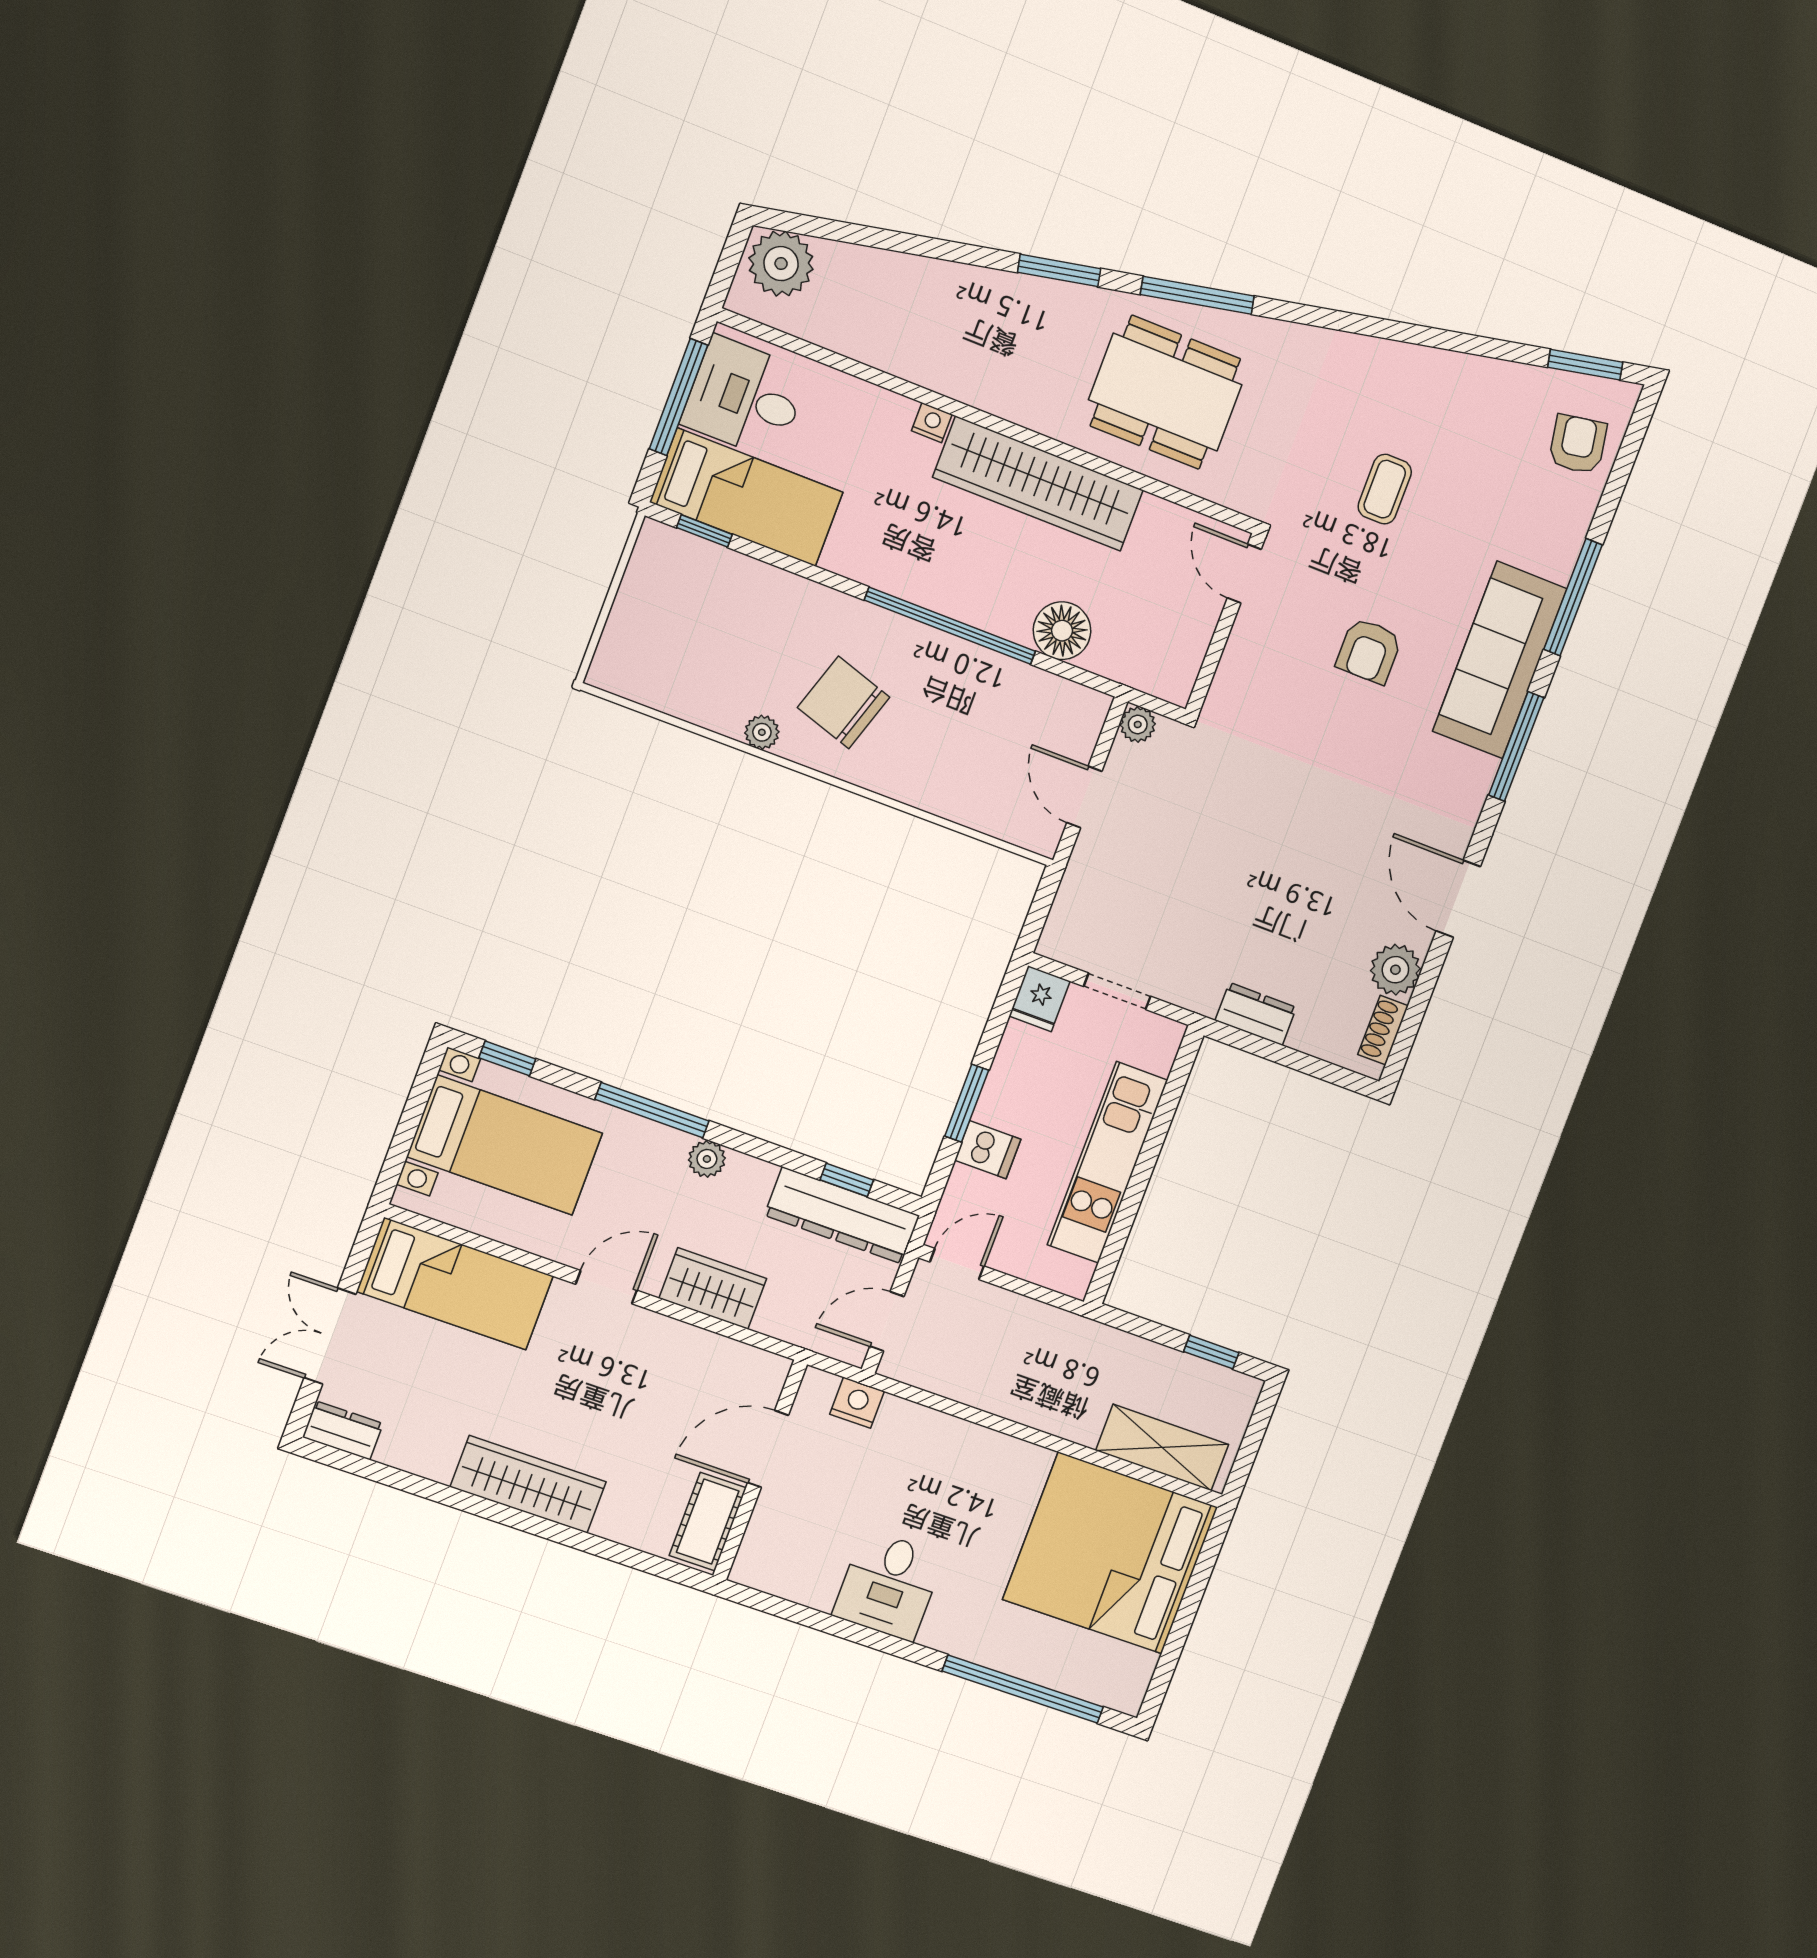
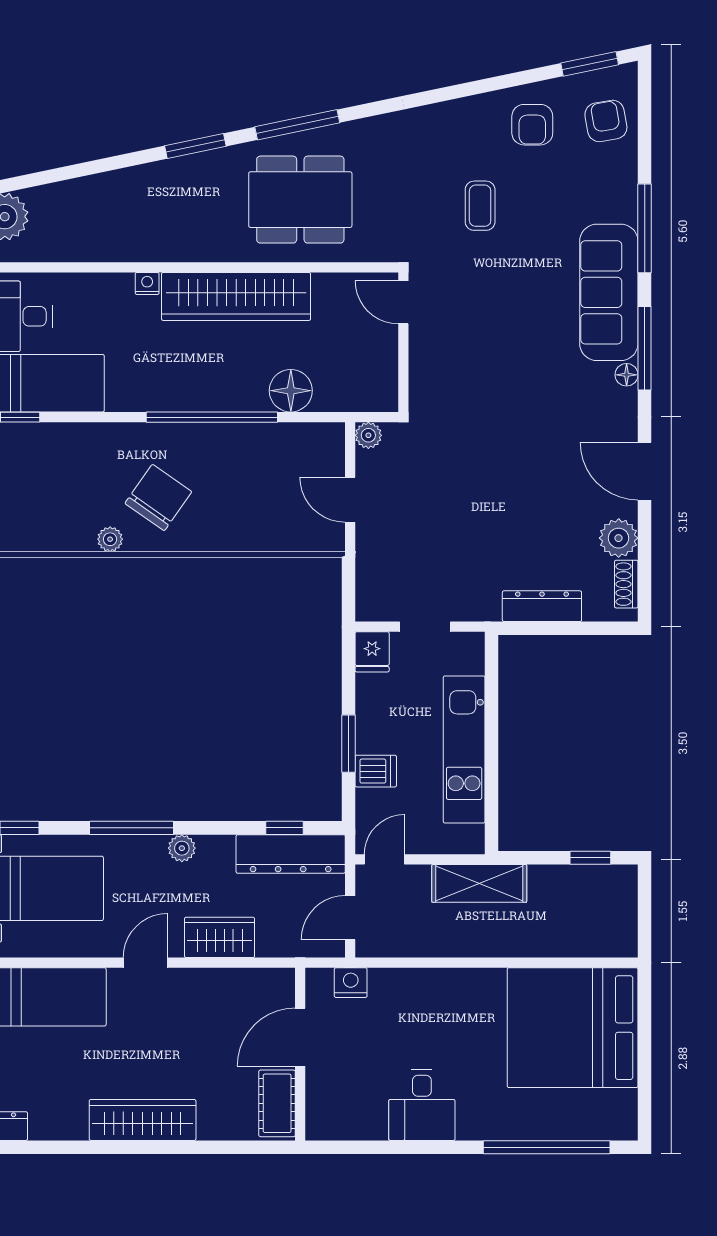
armchair: (1369, 651) -> (532, 125), moved
chair: (844, 702) -> (158, 498), turned 107
floor lamp: (1482, 771) -> (627, 375), added
dresser: (1256, 1014) -> (542, 606), width x1.44
shelving: (1162, 1448) -> (479, 883), moved

